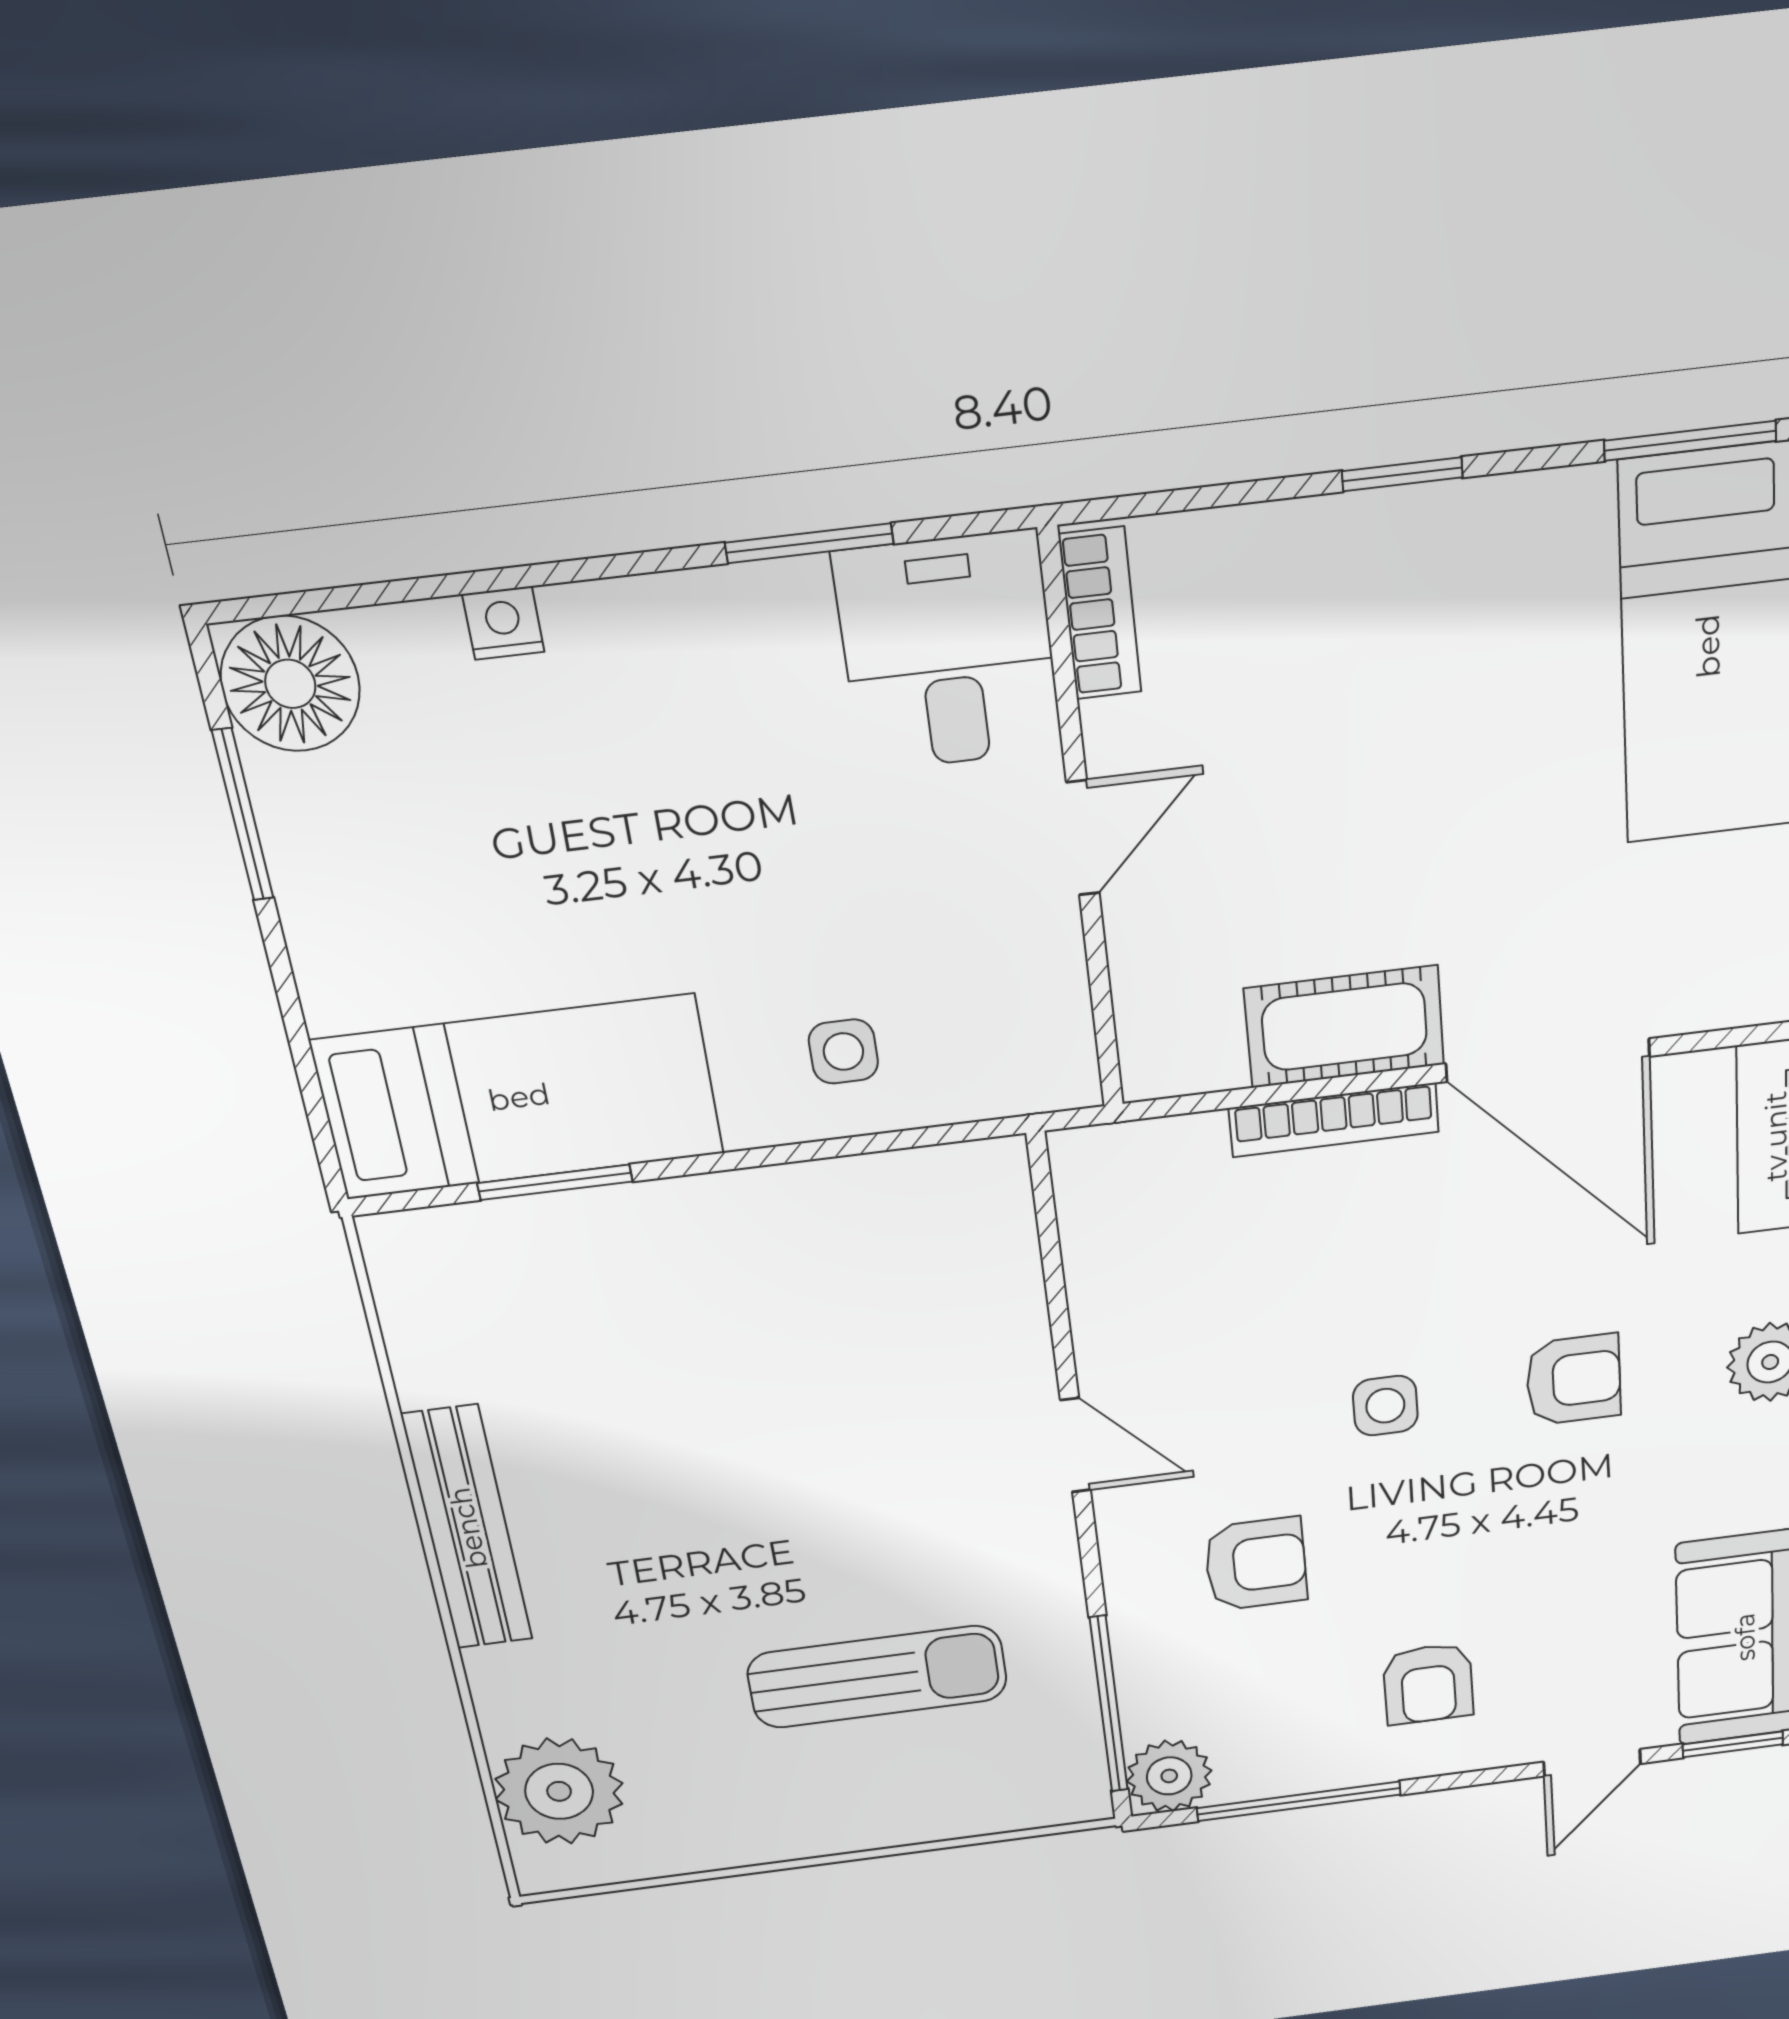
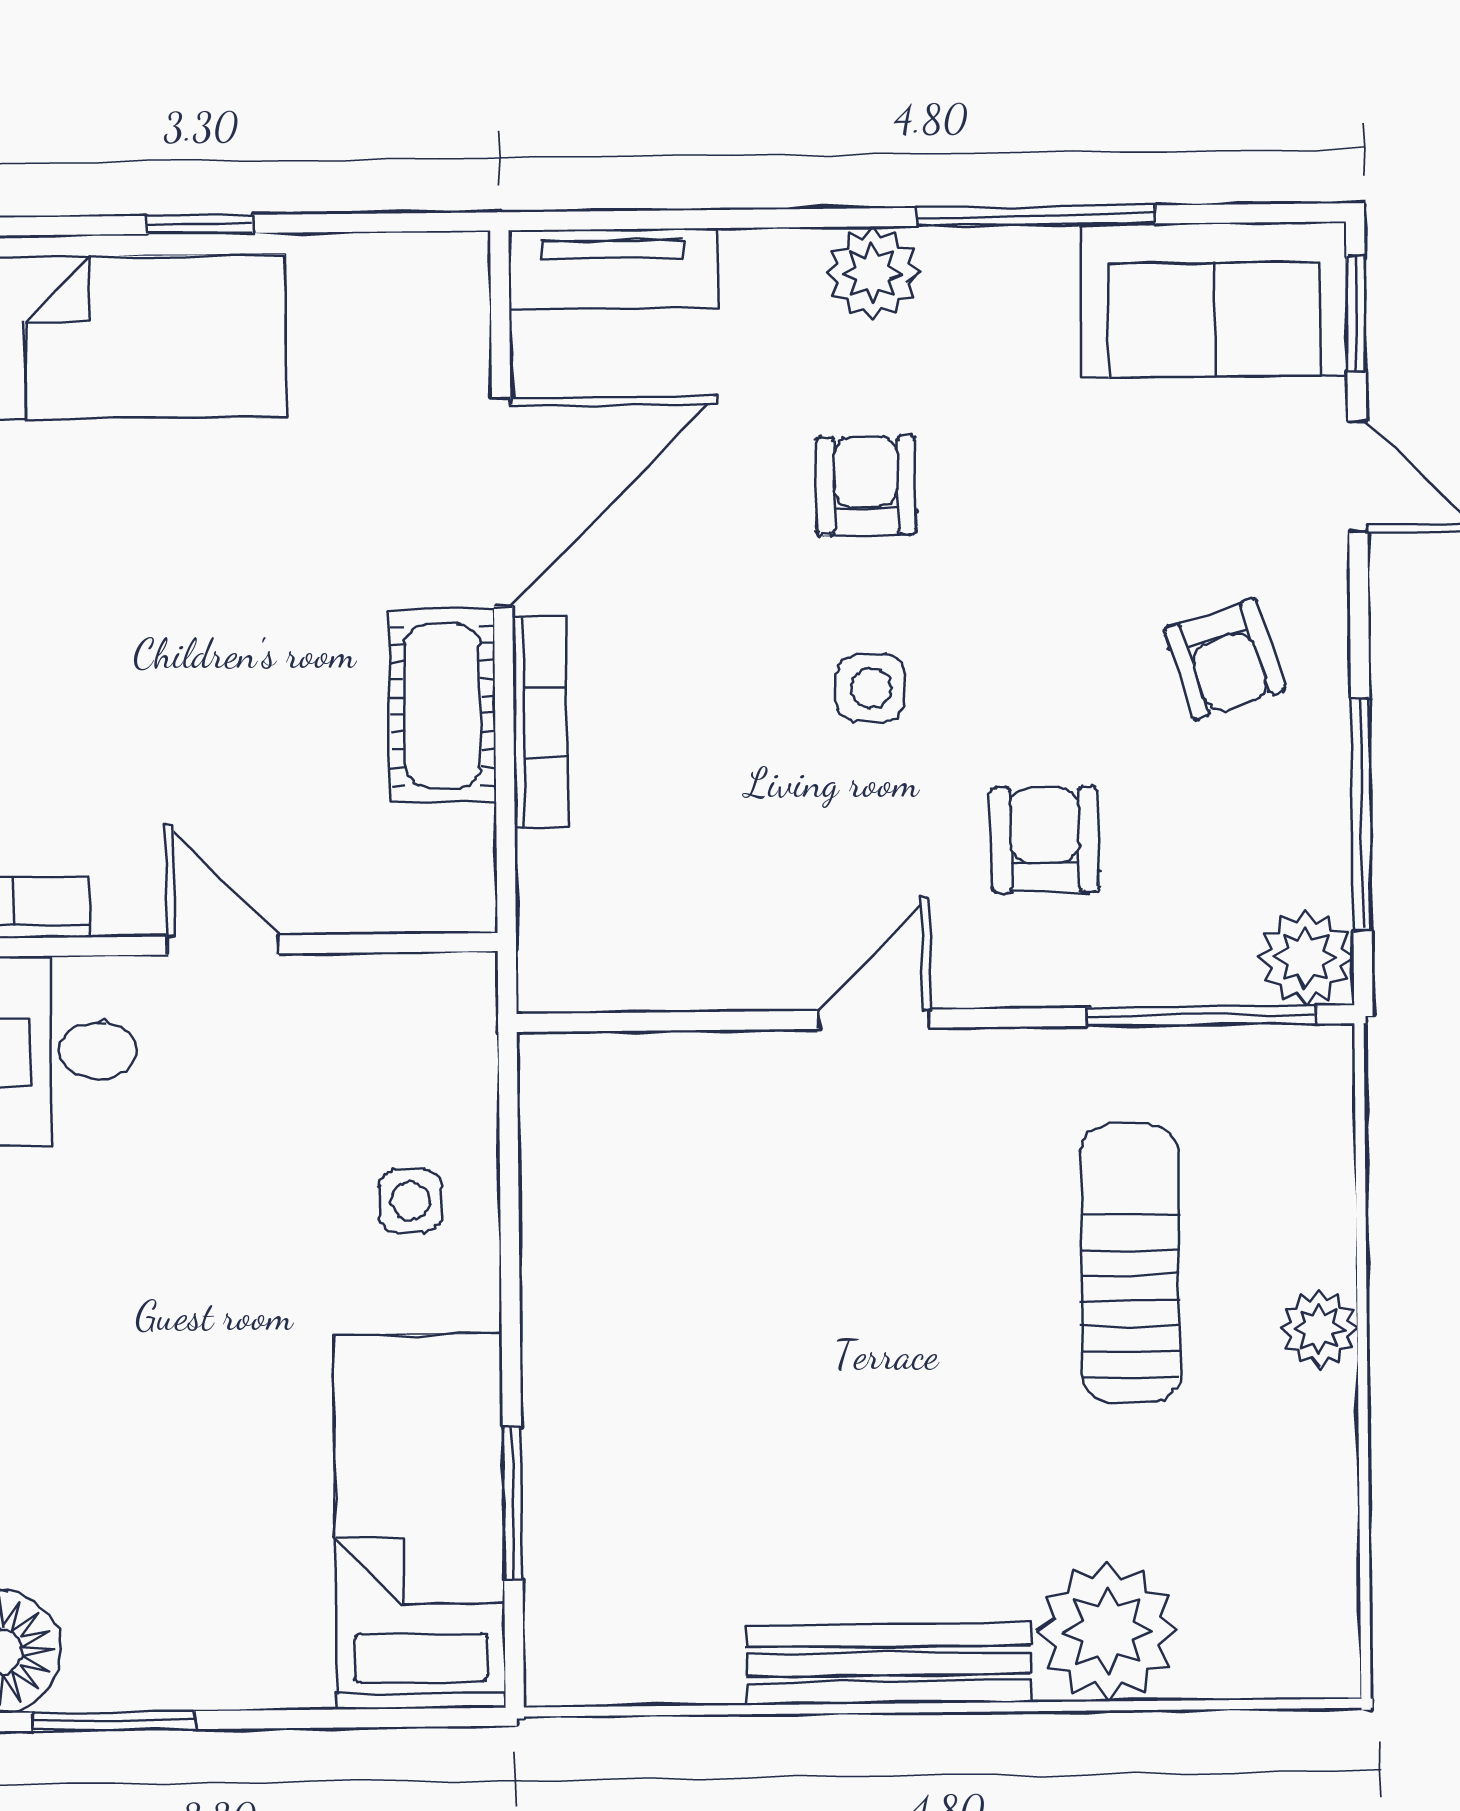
armchair: (1428, 1684) -> (1225, 659), turned 72
plant: (559, 1791) -> (1108, 1631), moved
plant: (842, 1826) -> (1319, 1329), added

